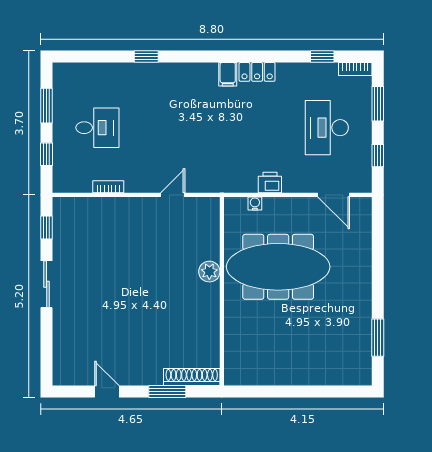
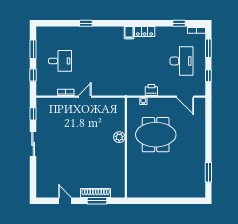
desk: (327, 128) -> (181, 61), turned 180
door: (173, 195) -> (85, 97), moved
meeting table: (278, 267) -> (156, 135), width x0.73
shoe rack: (192, 377) -> (96, 193), moved

